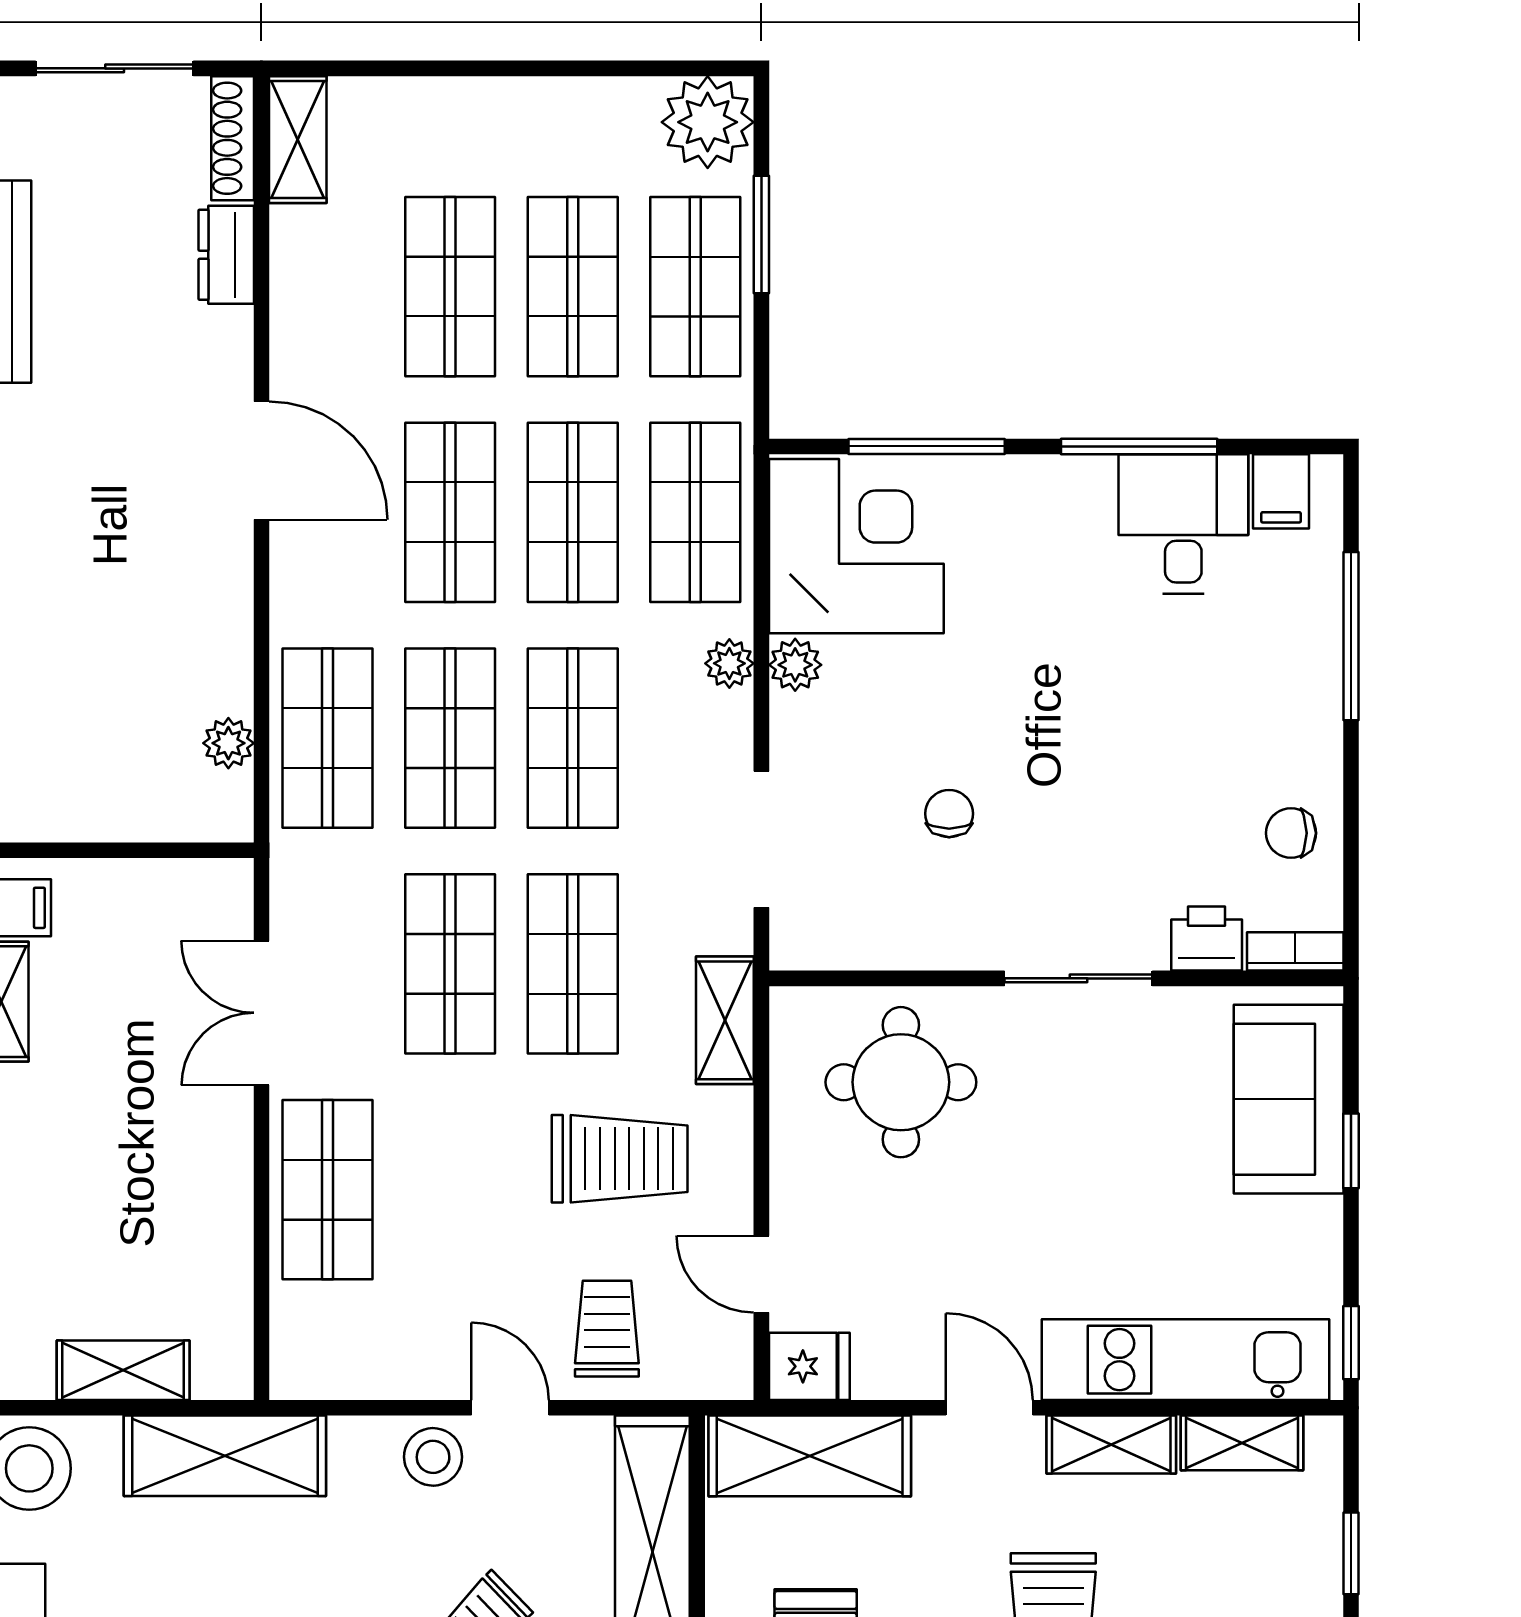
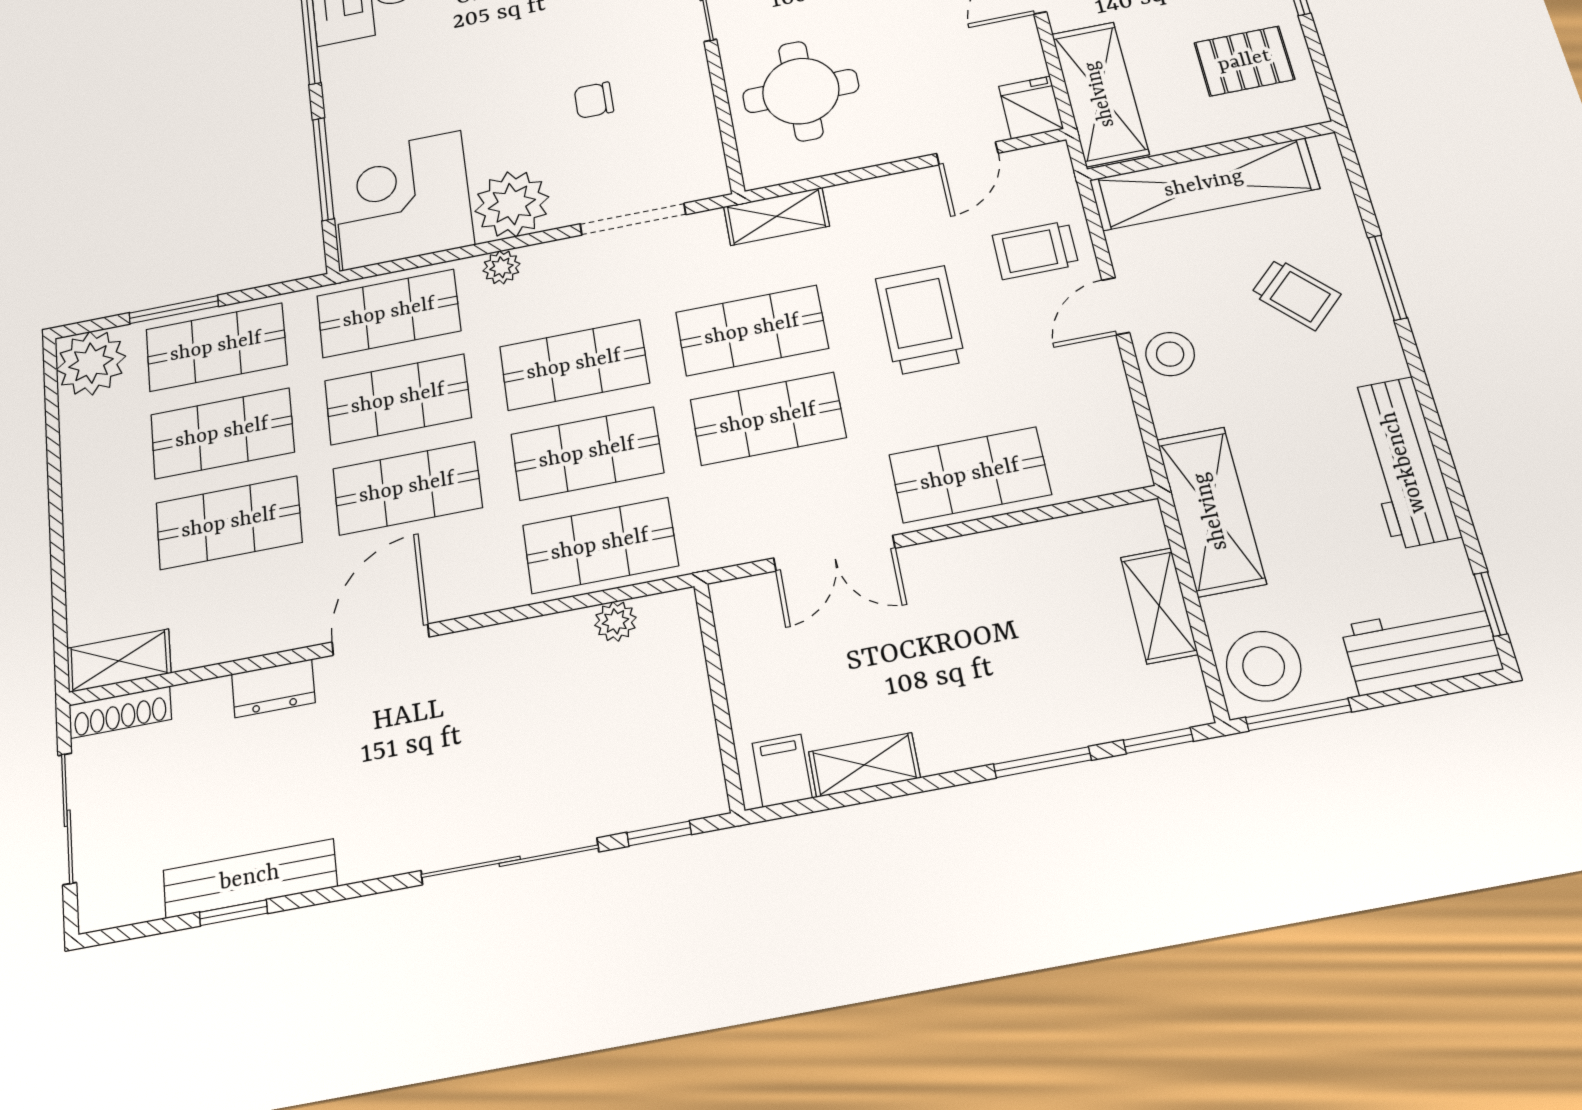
dresser: (226, 255) -> (273, 688), moved
plant: (795, 665) -> (512, 204), width x1.87, depth x1.87
trolley: (620, 1159) -> (920, 320), moved

